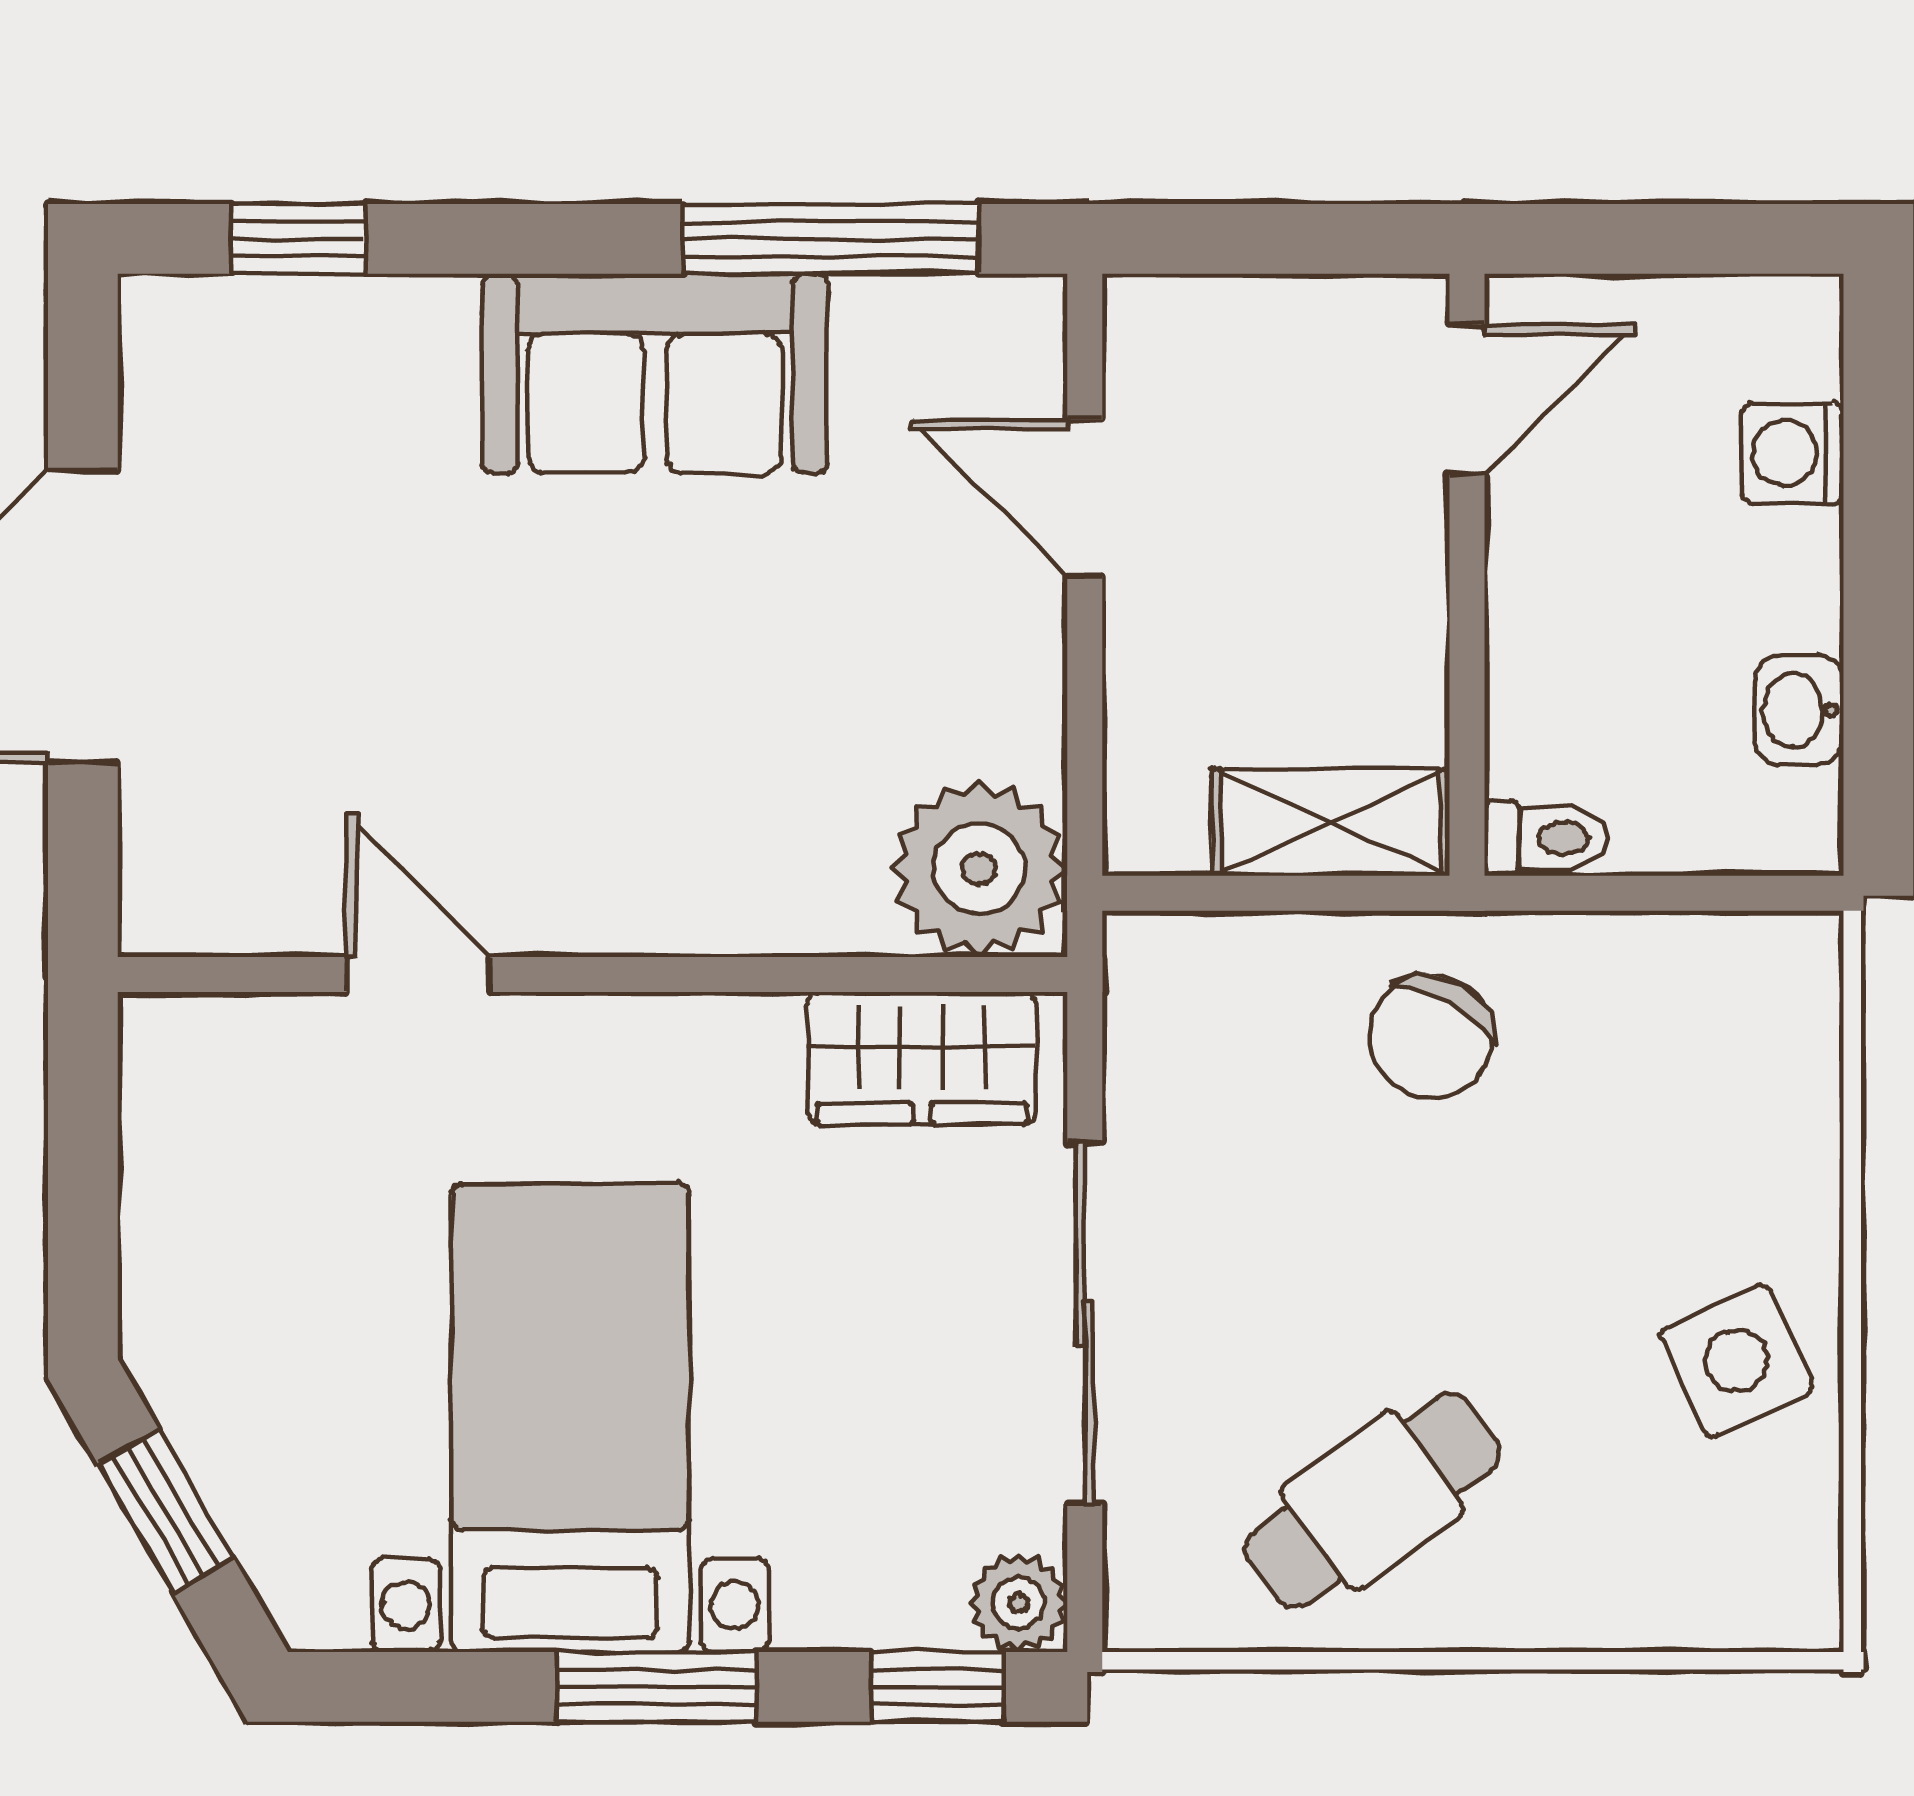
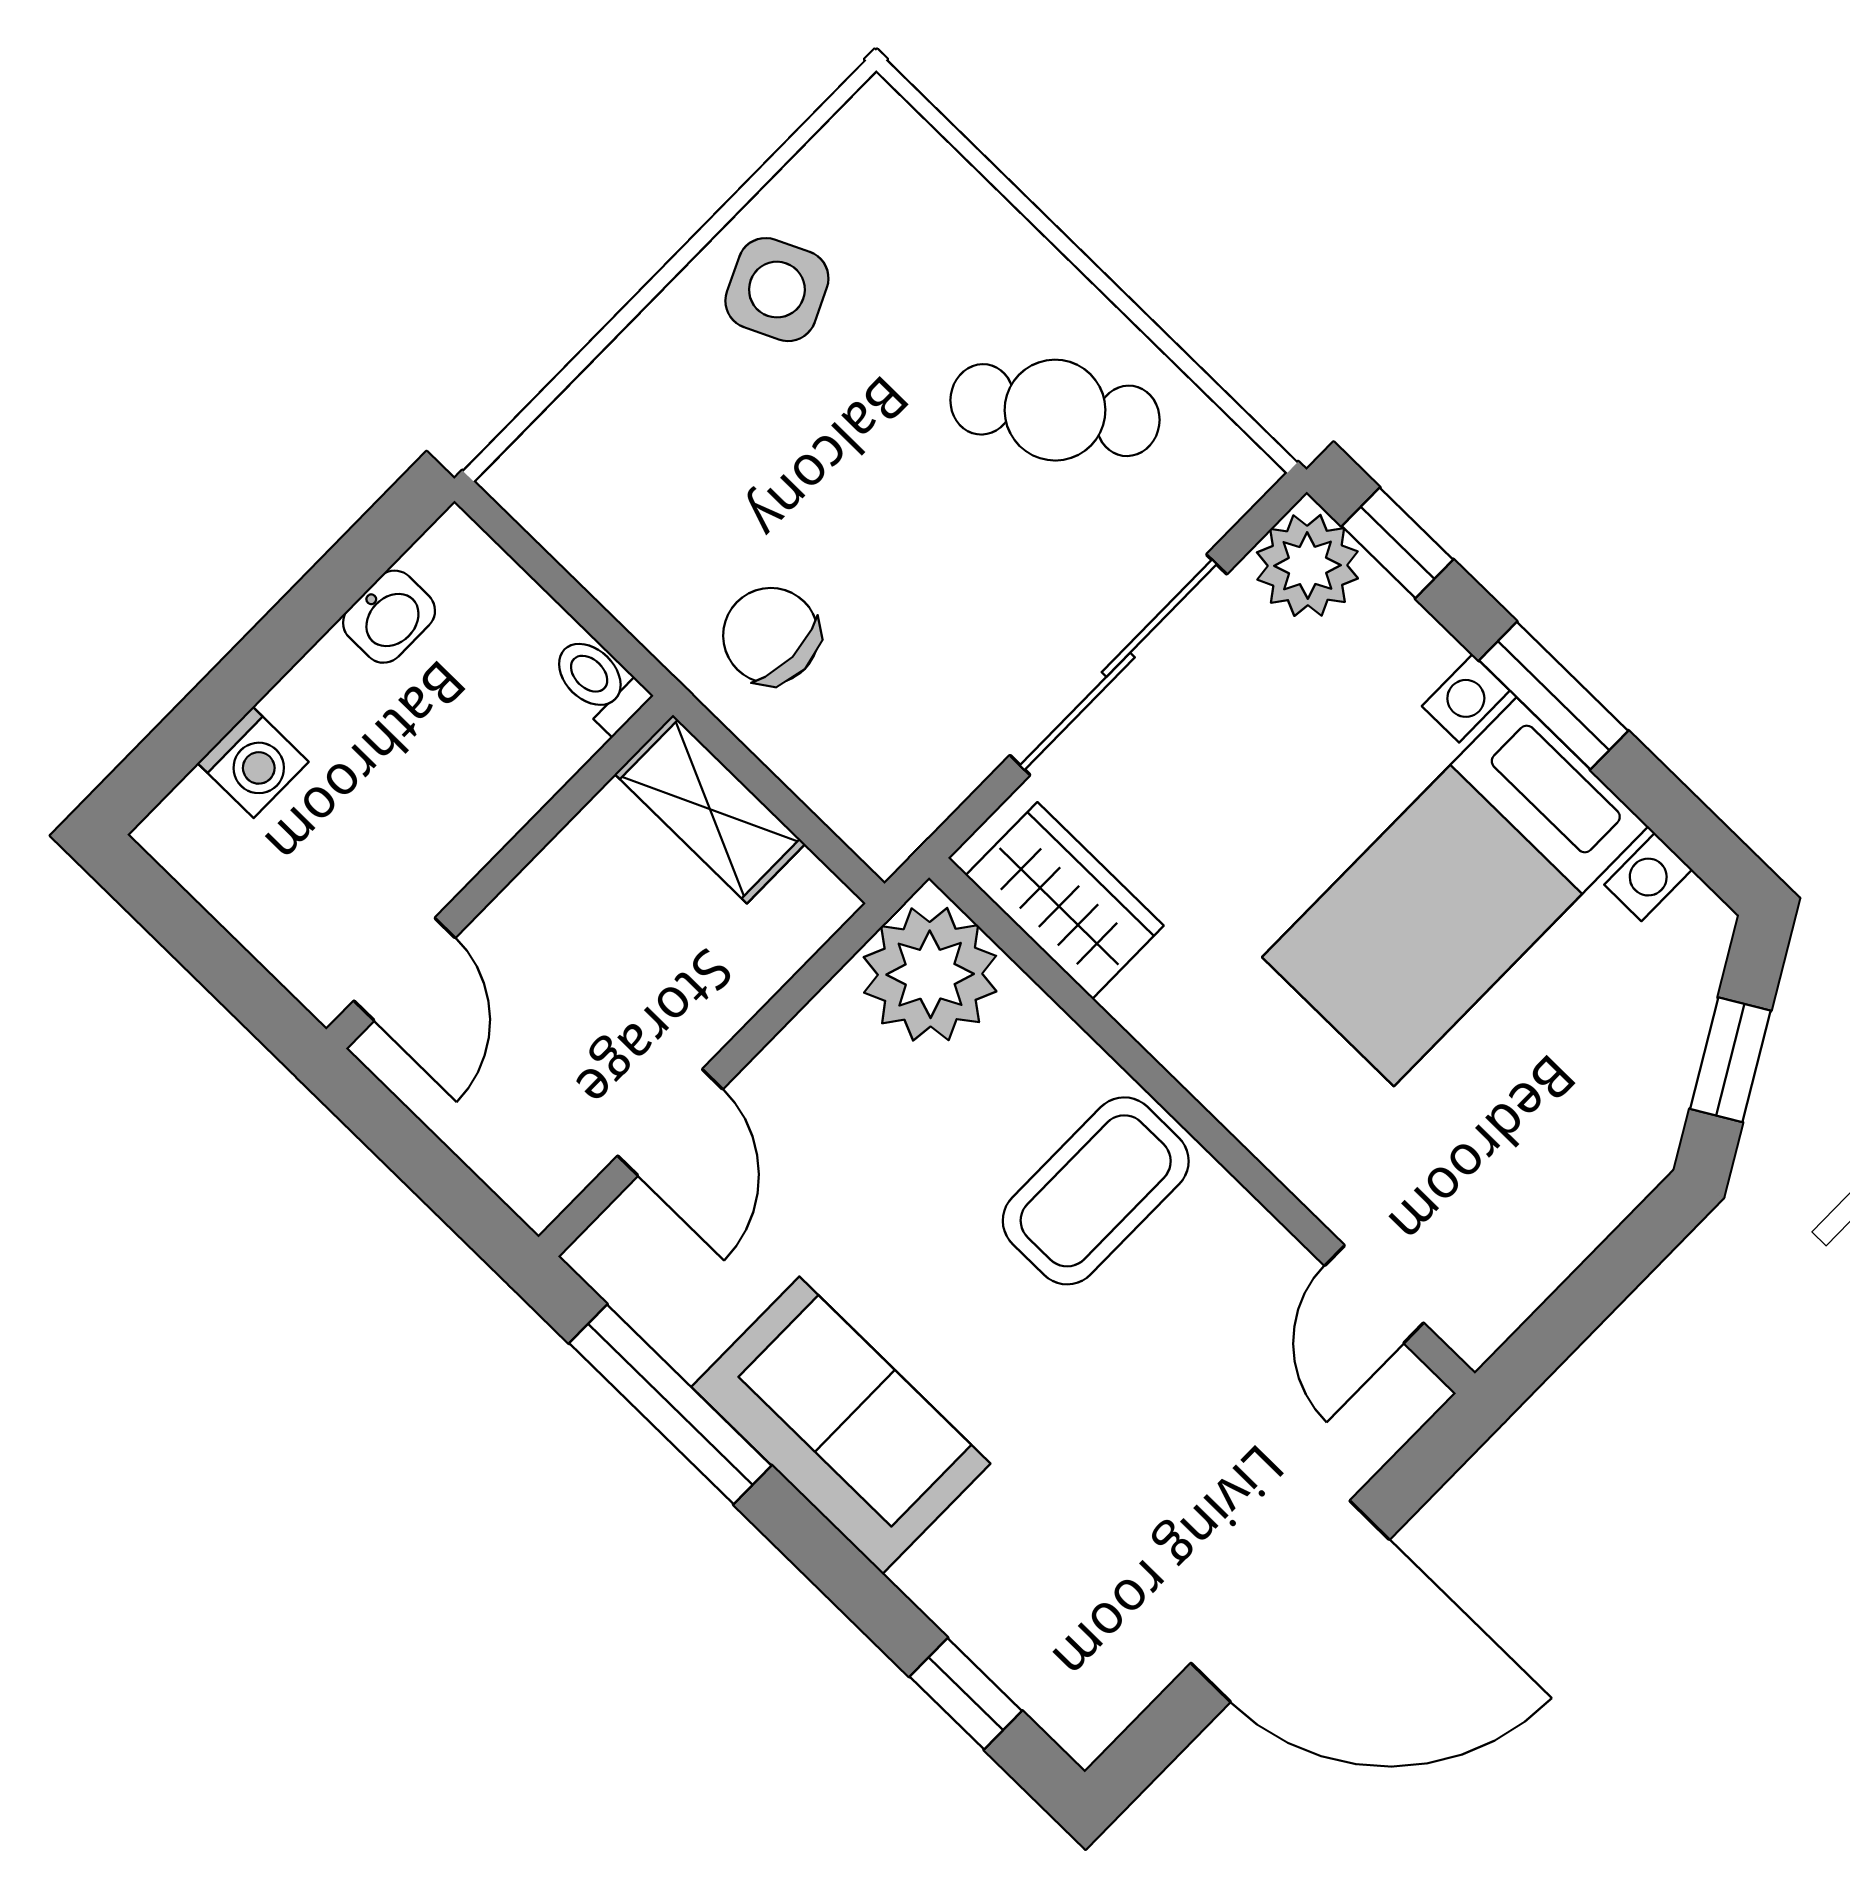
door: (1467, 400) -> (405, 969), swing flipped
coffee table: (632, 819) -> (1096, 1191), added
door: (418, 974) -> (1374, 1294), moved
chair: (1431, 1037) -> (771, 636), turned -119
plant: (1019, 1603) -> (1307, 565), width x1.38, depth x1.38

